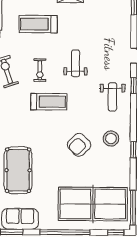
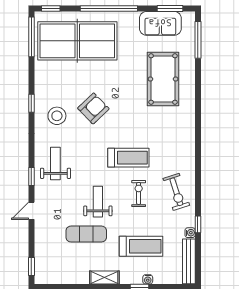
exercise mat: (86, 35) -> (86, 234), added
weight bench: (76, 63) -> (98, 202), turned 180
treadmill: (49, 102) -> (128, 158), turned 180

